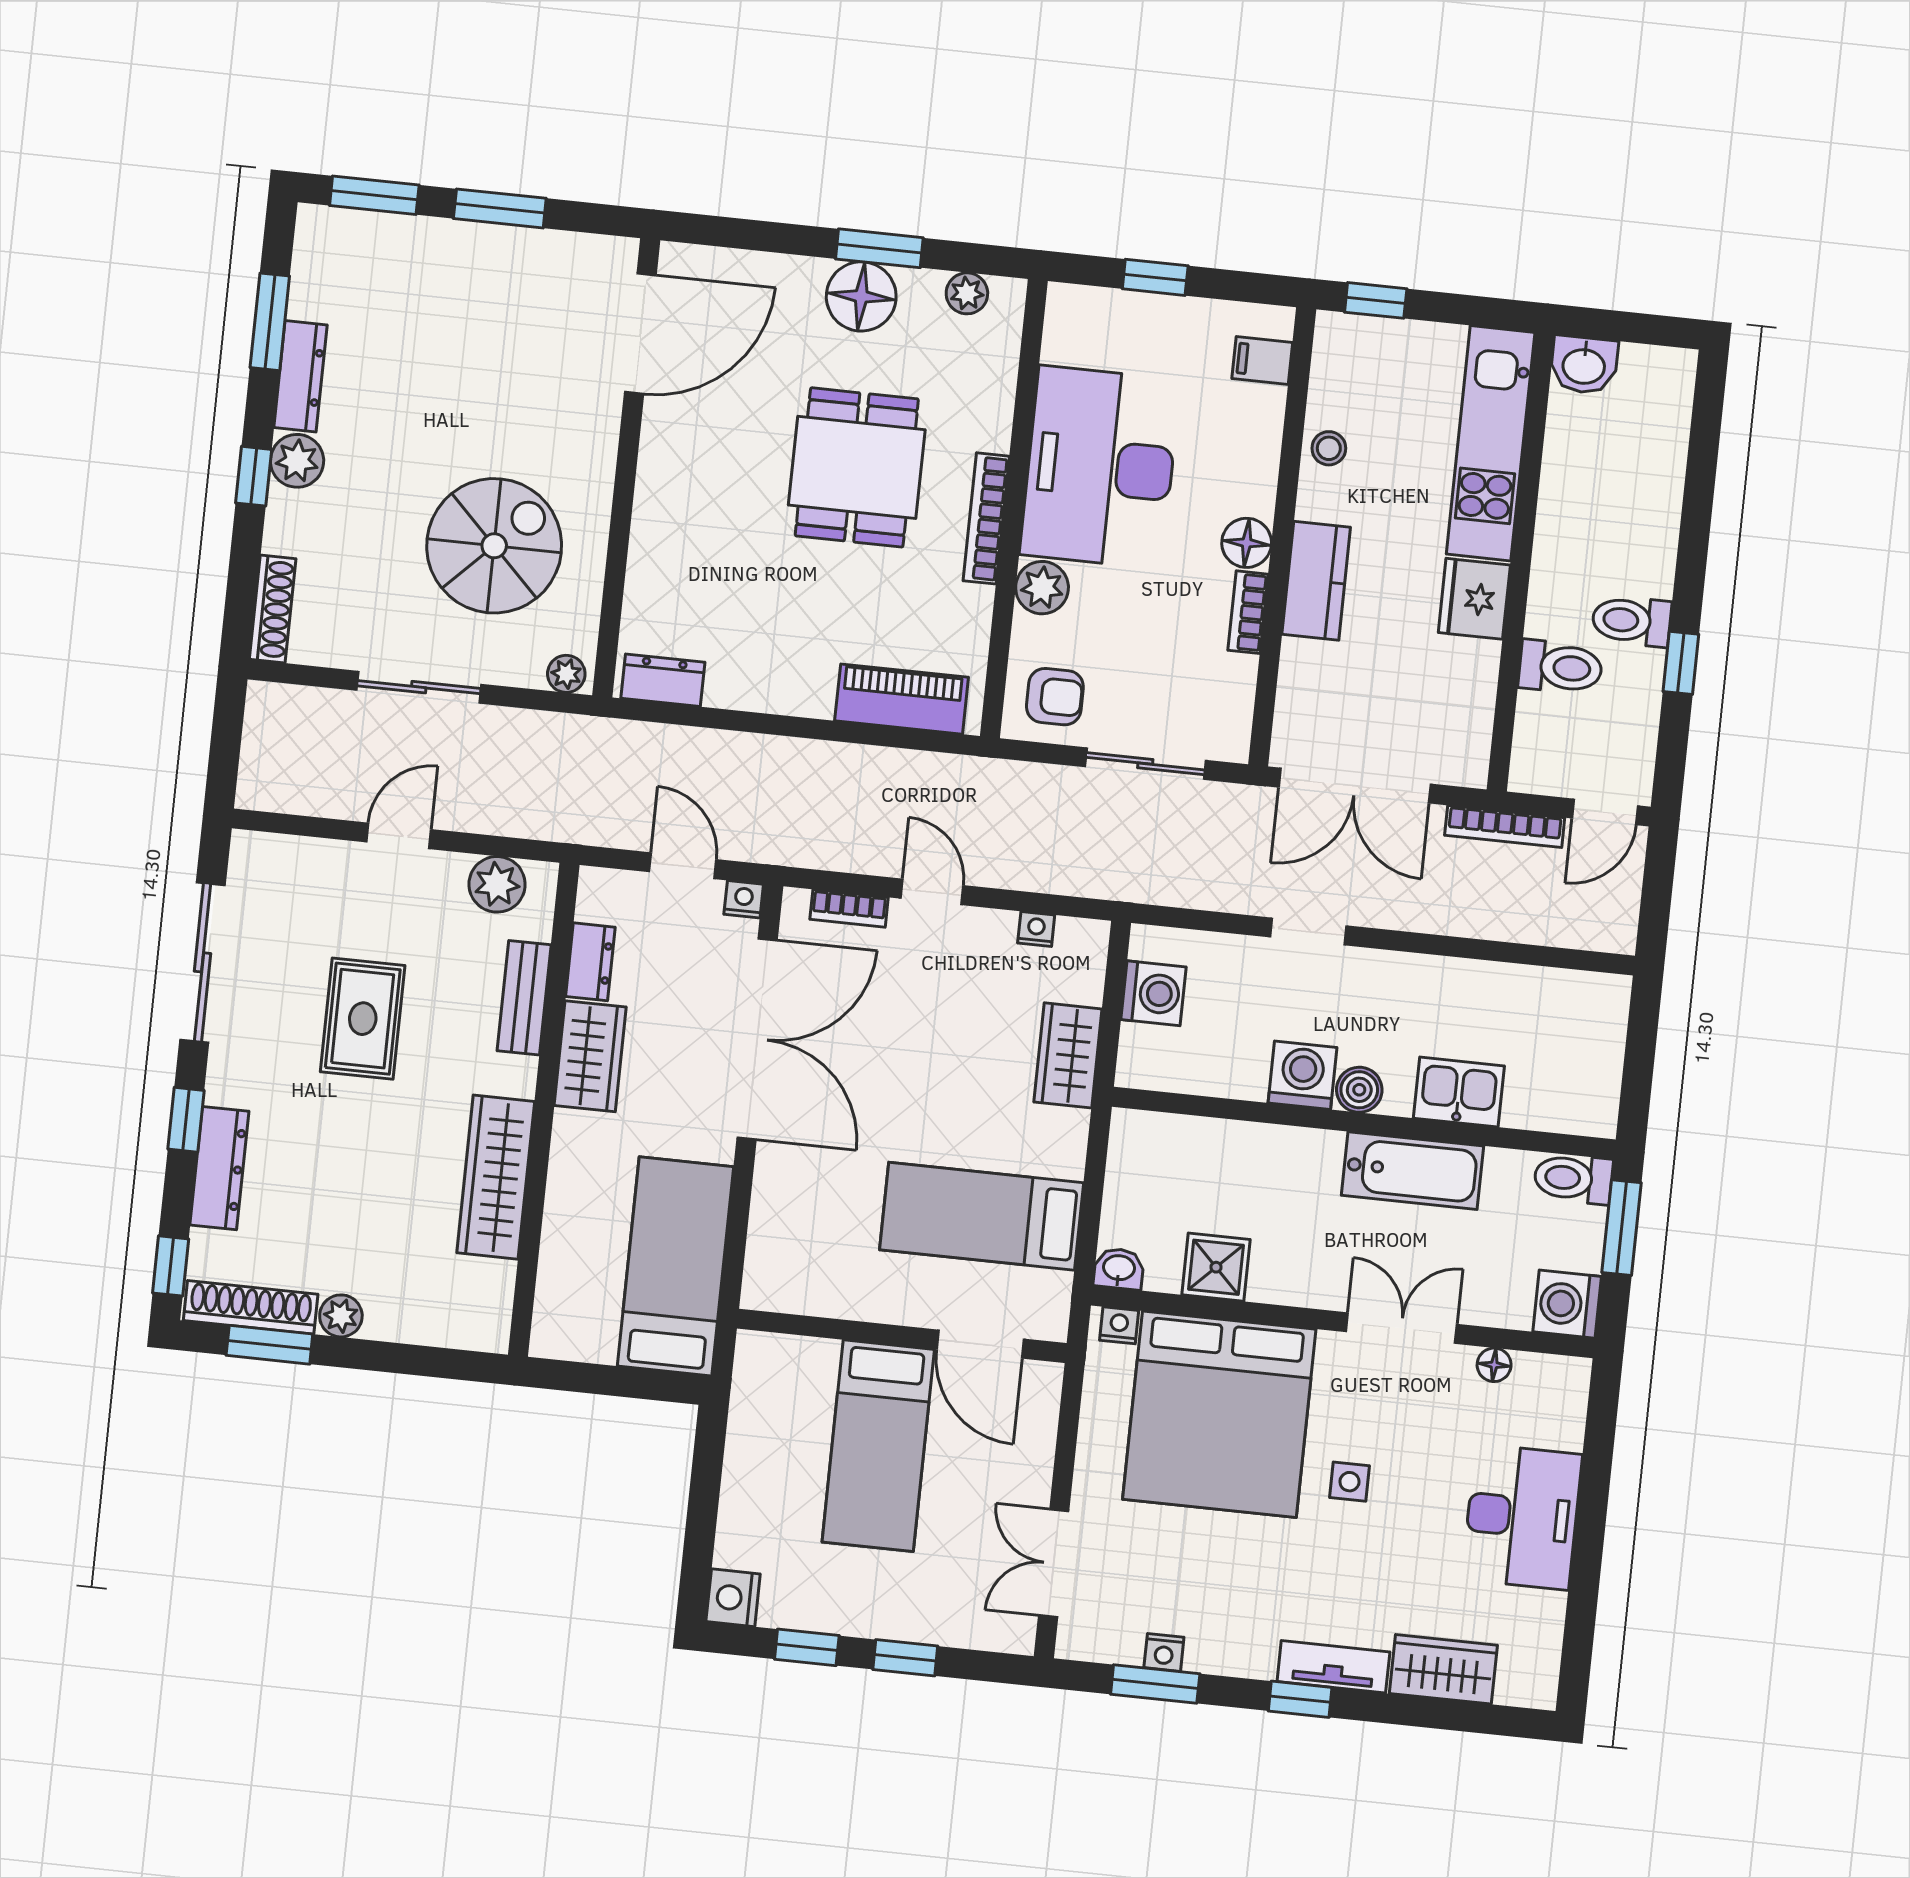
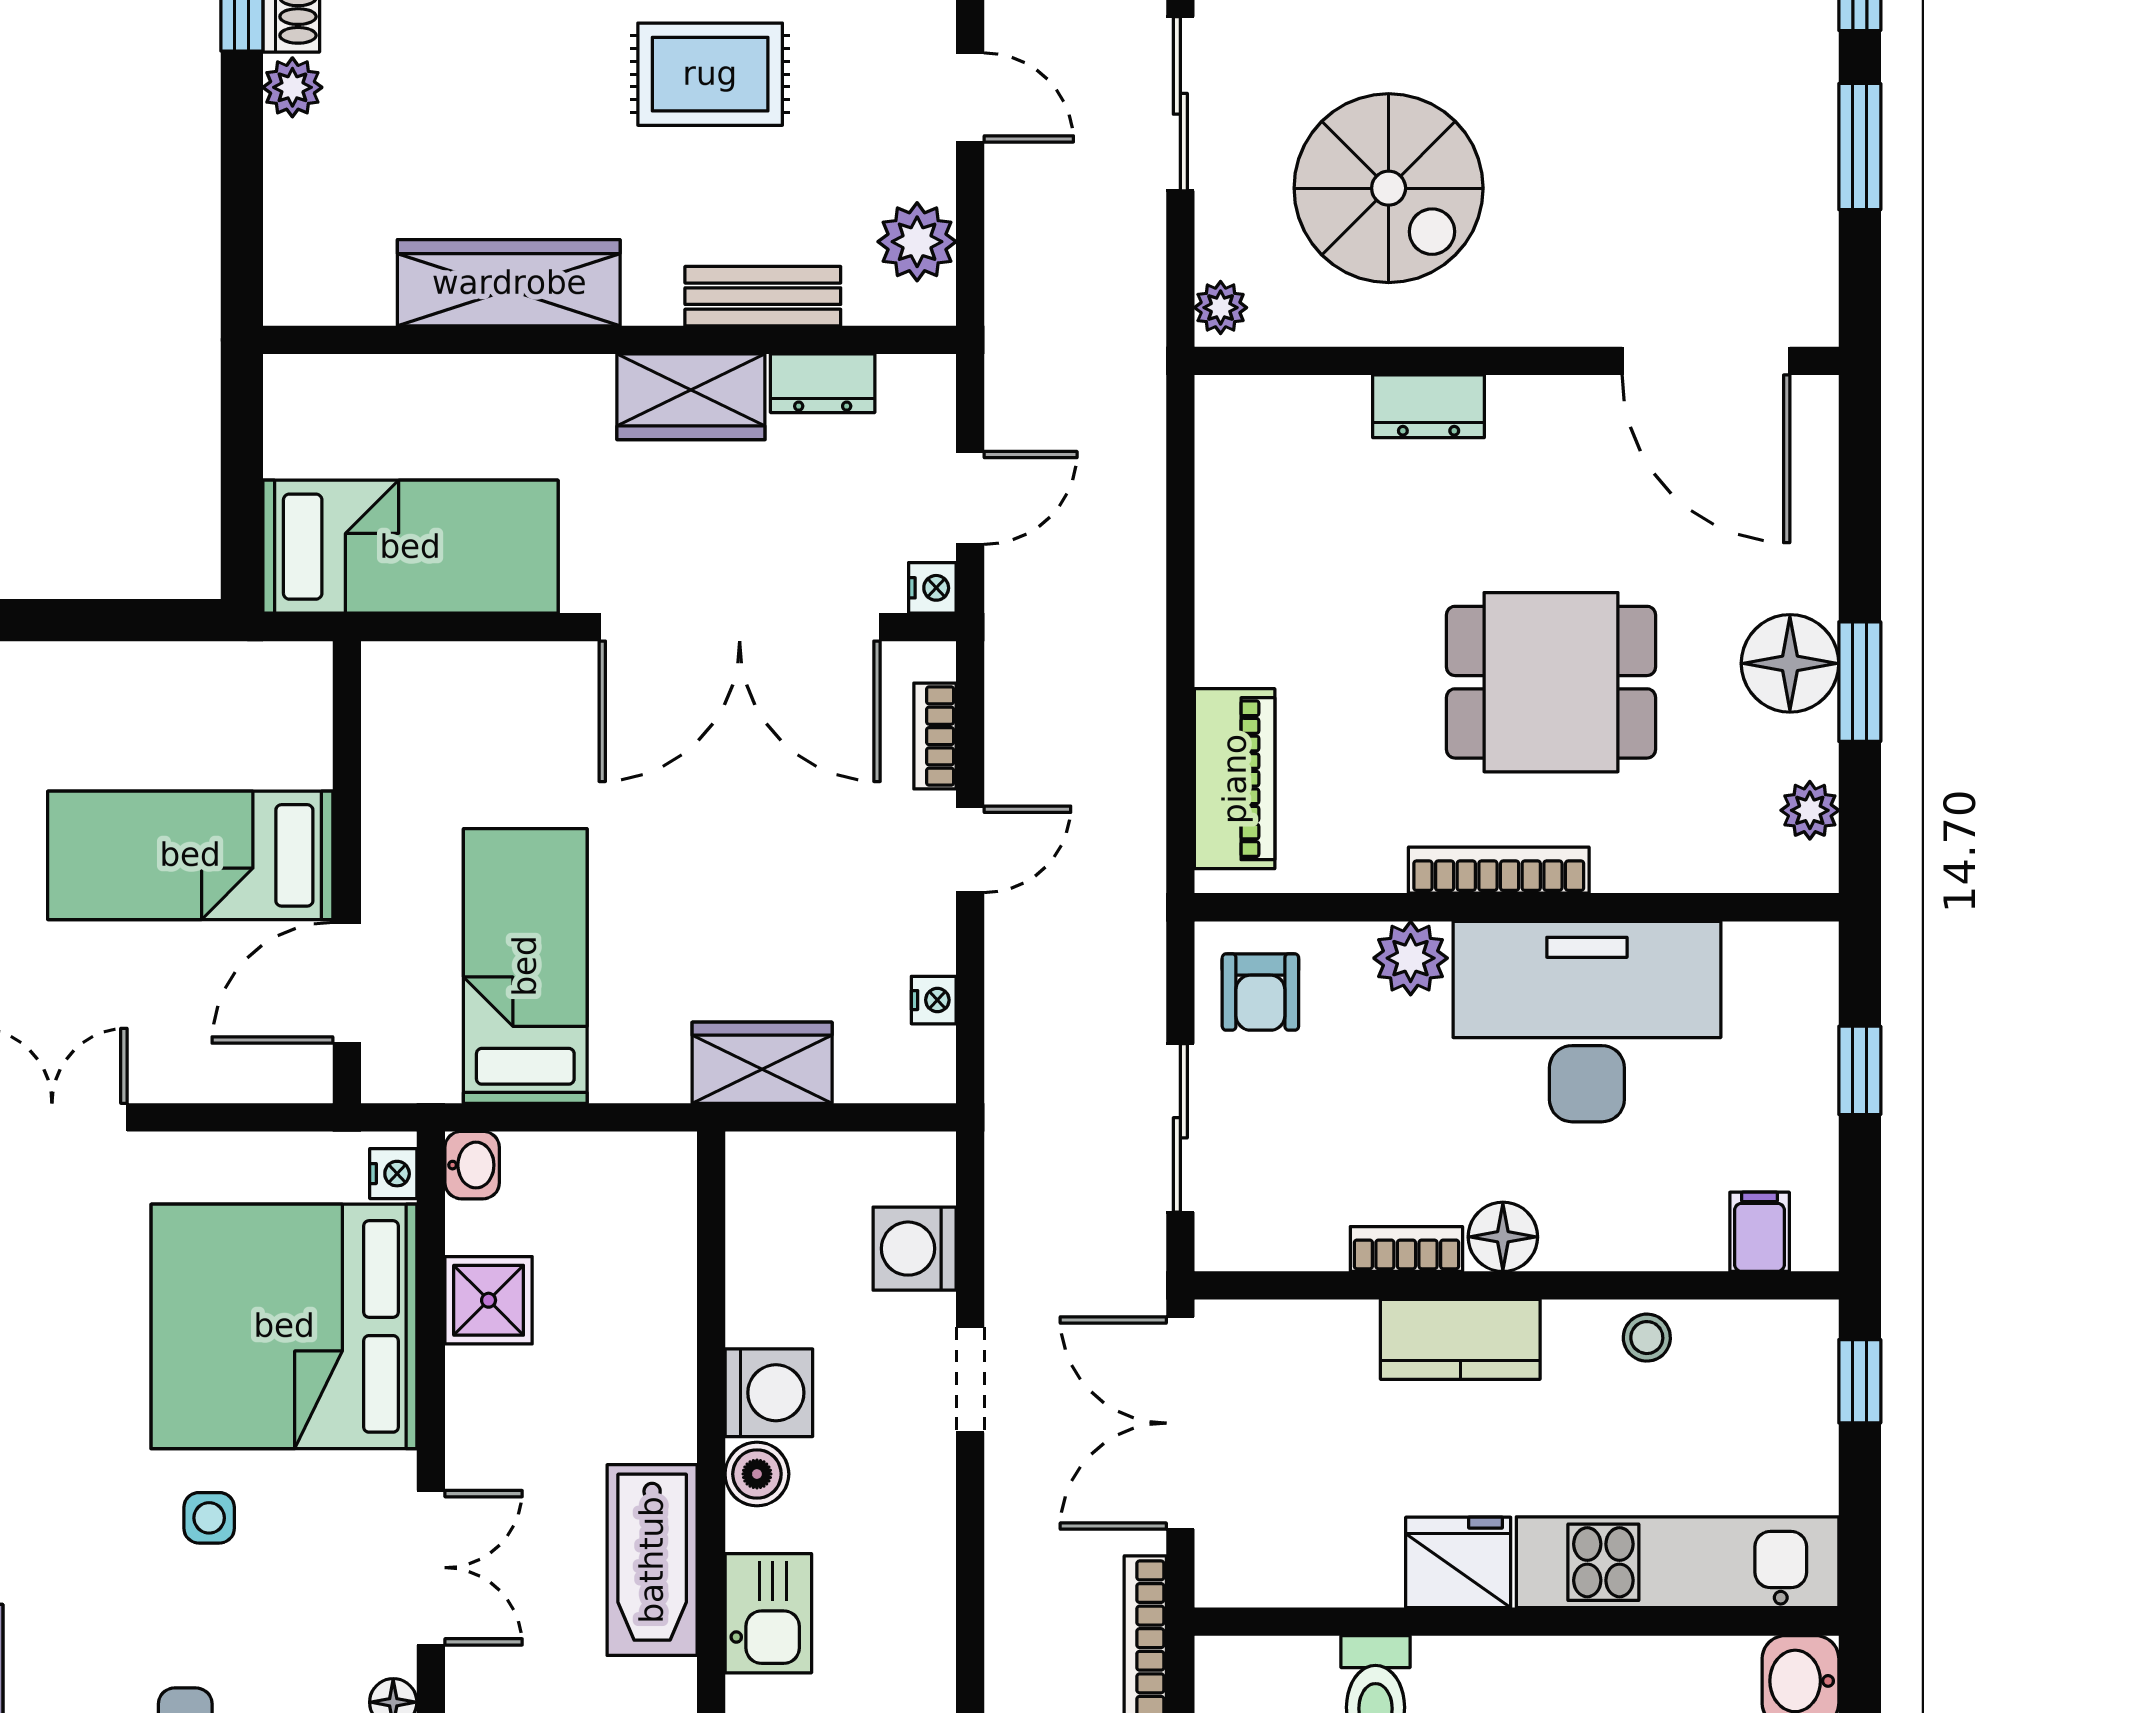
dresser: (663, 680) -> (1429, 406), moved, turned 90
washing machine: (1153, 993) -> (915, 1249), moved, turned 90

